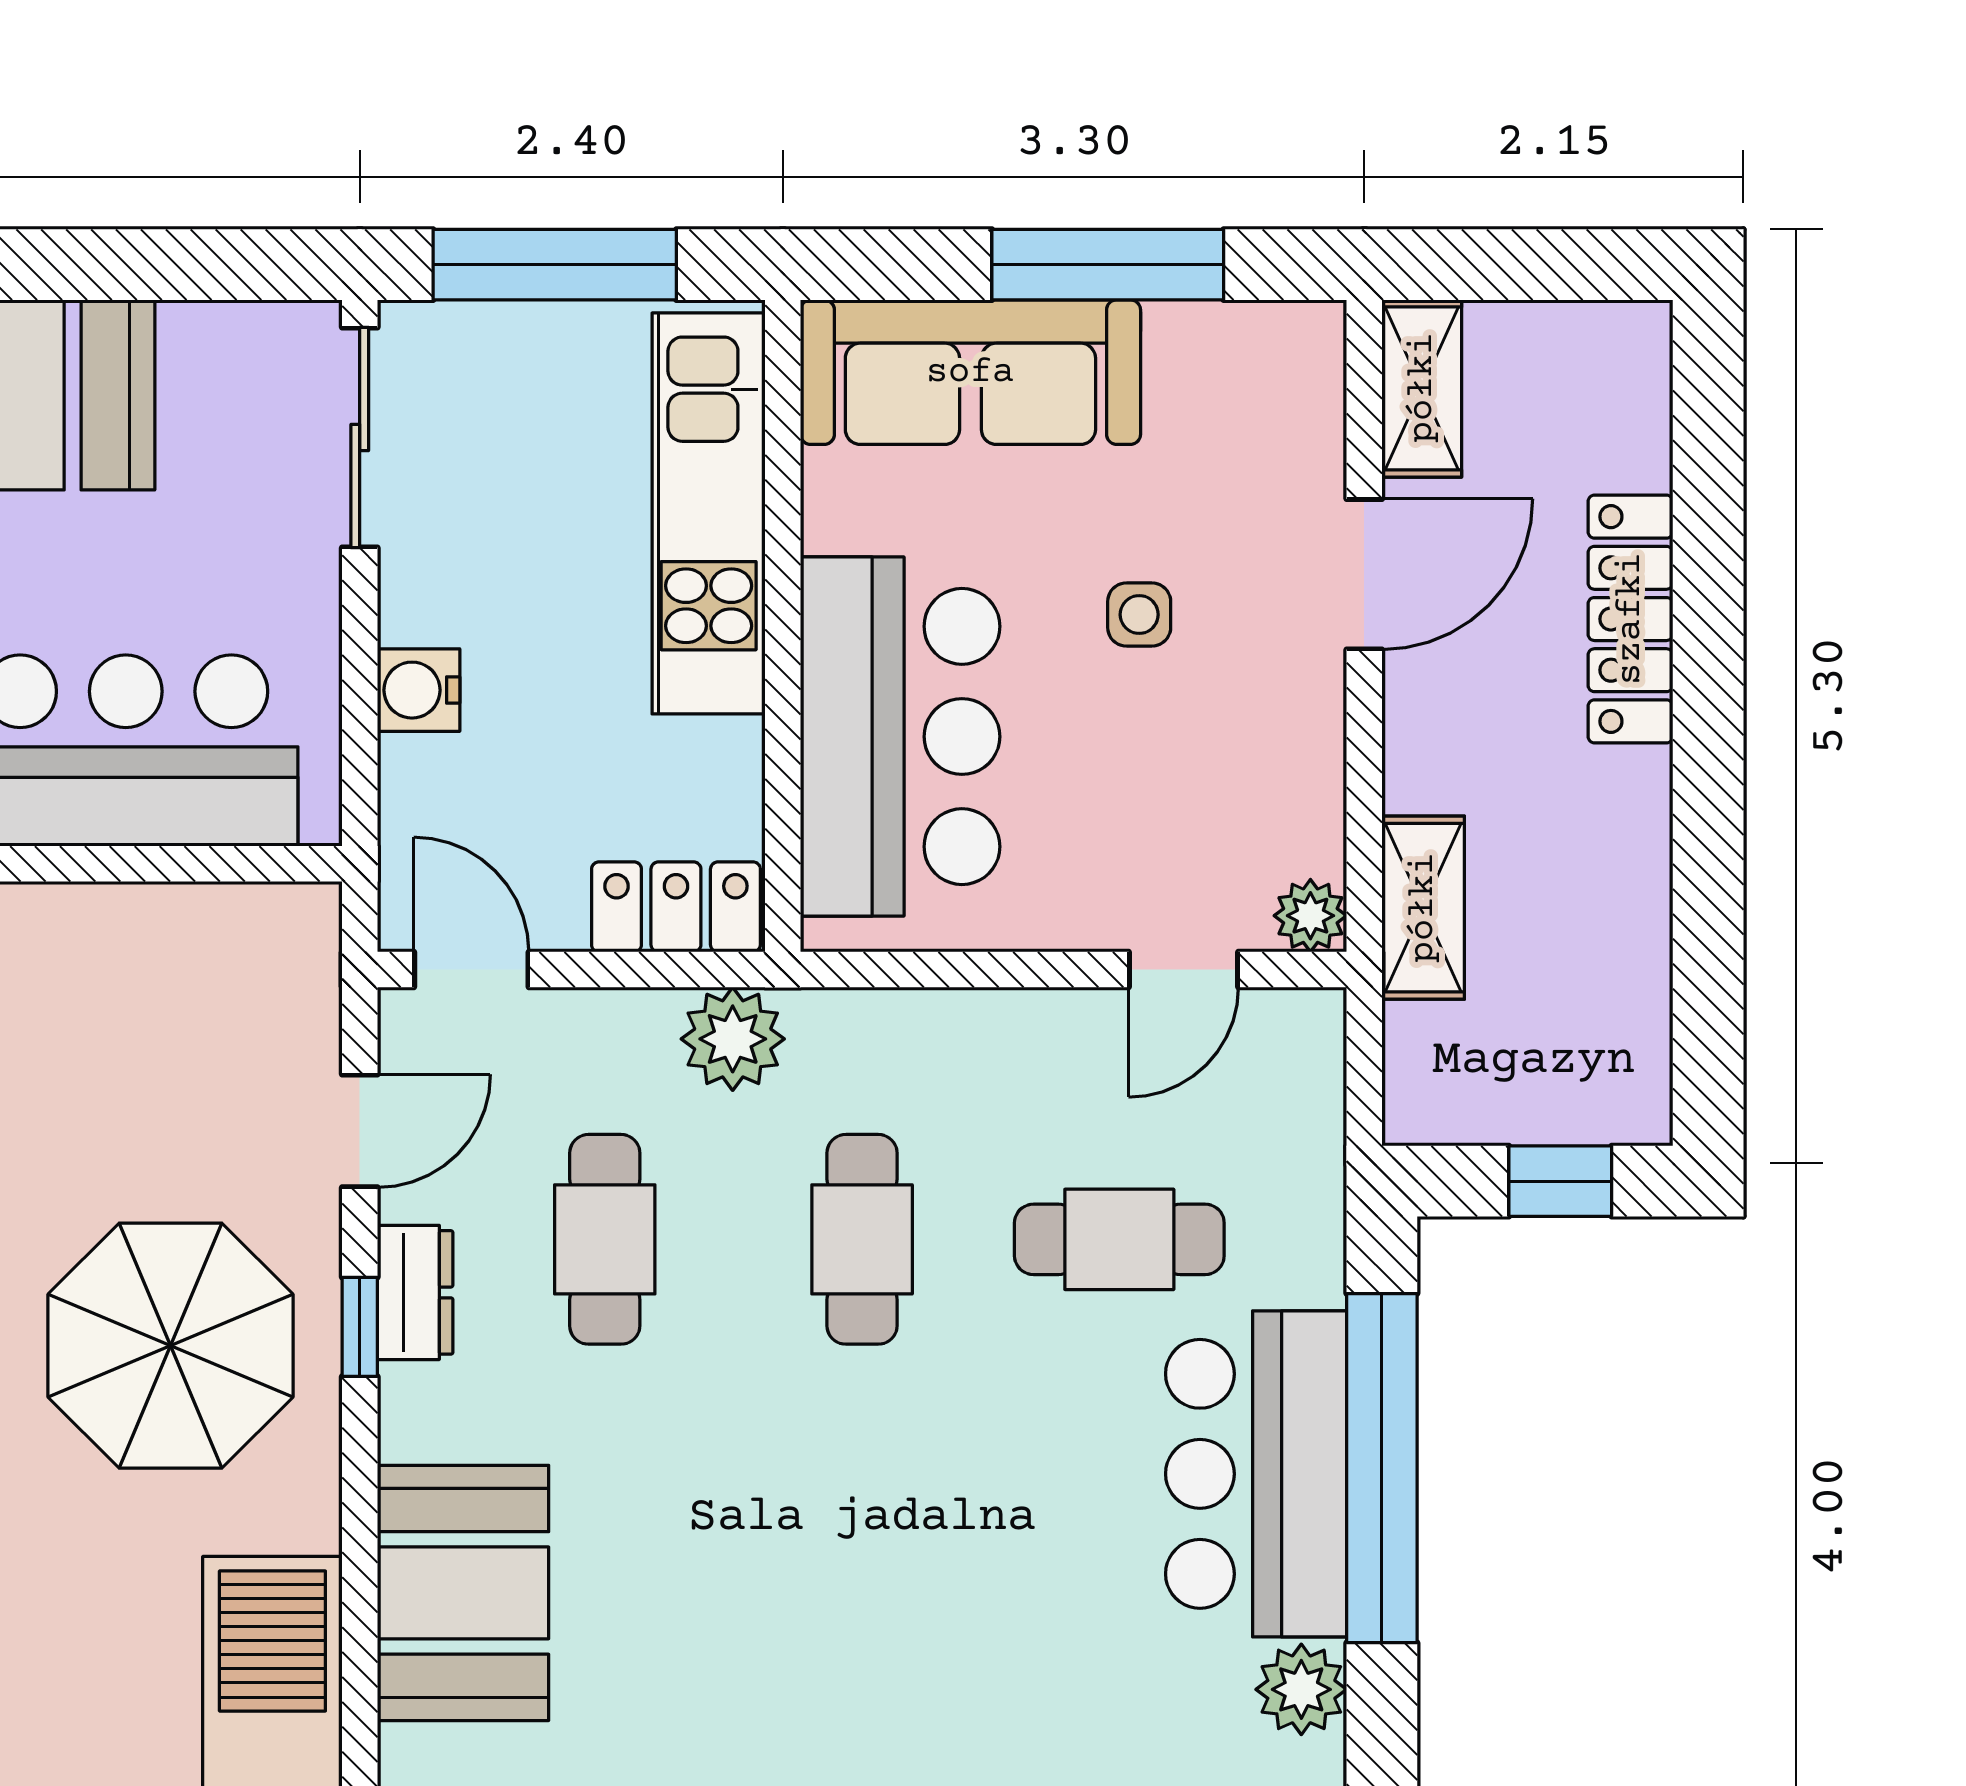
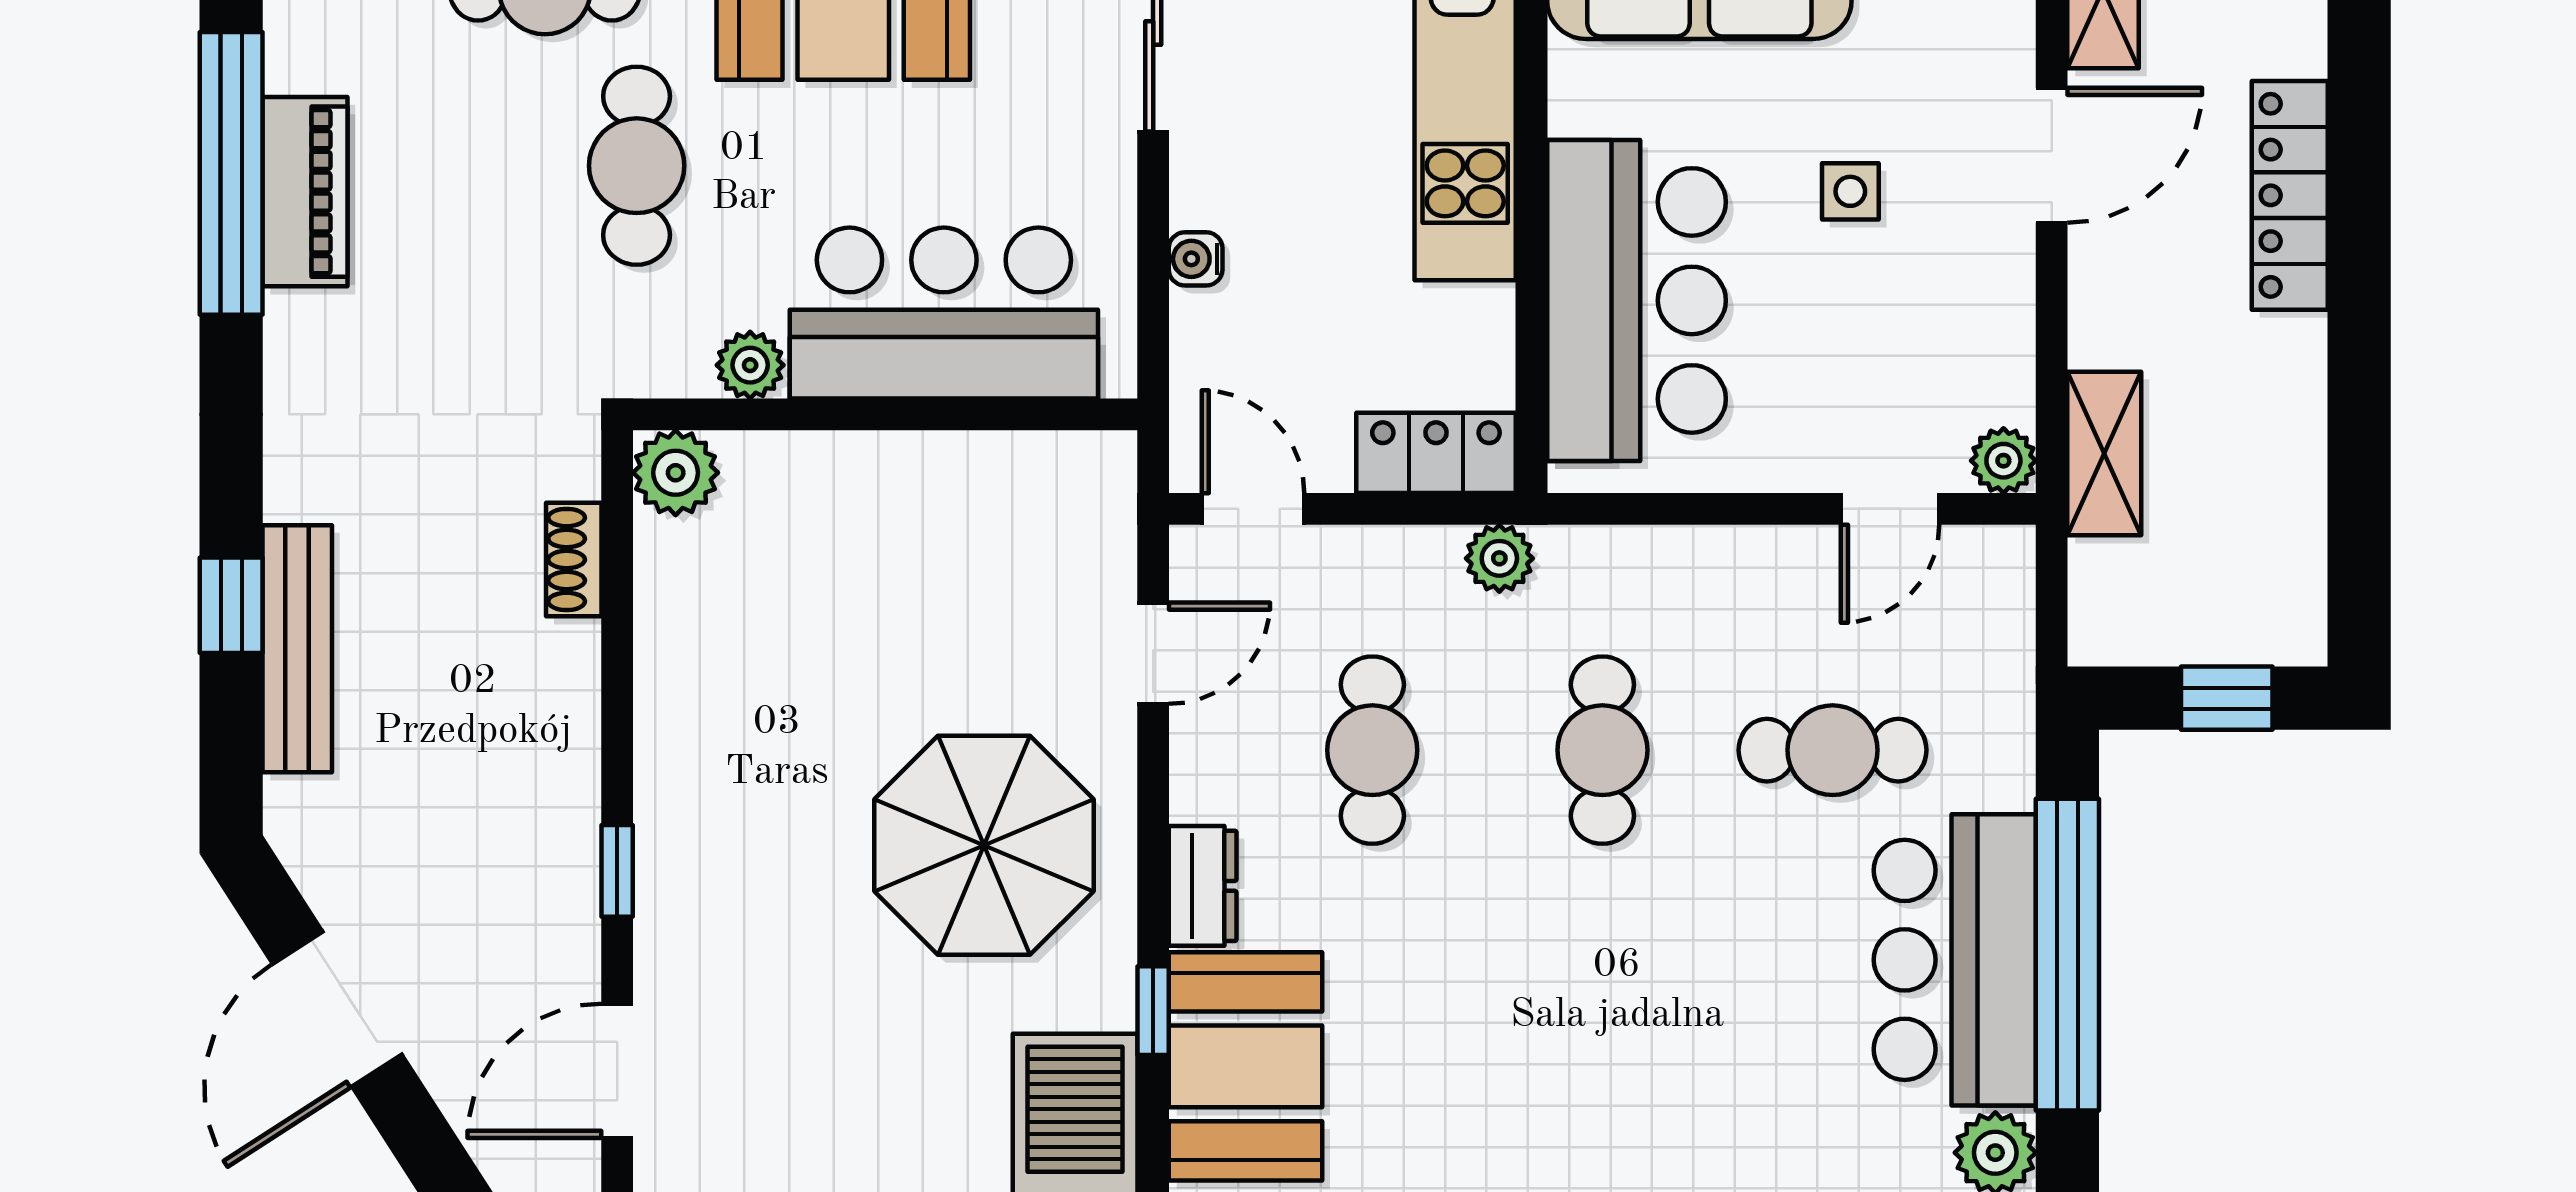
water cooler: (419, 690) -> (1196, 259), width x0.72, depth x0.72
plant: (733, 1039) -> (1499, 558), width x0.73, depth x0.73
dresser: (415, 1292) -> (1203, 886), moved
window: (360, 1327) -> (1153, 1011), moved

